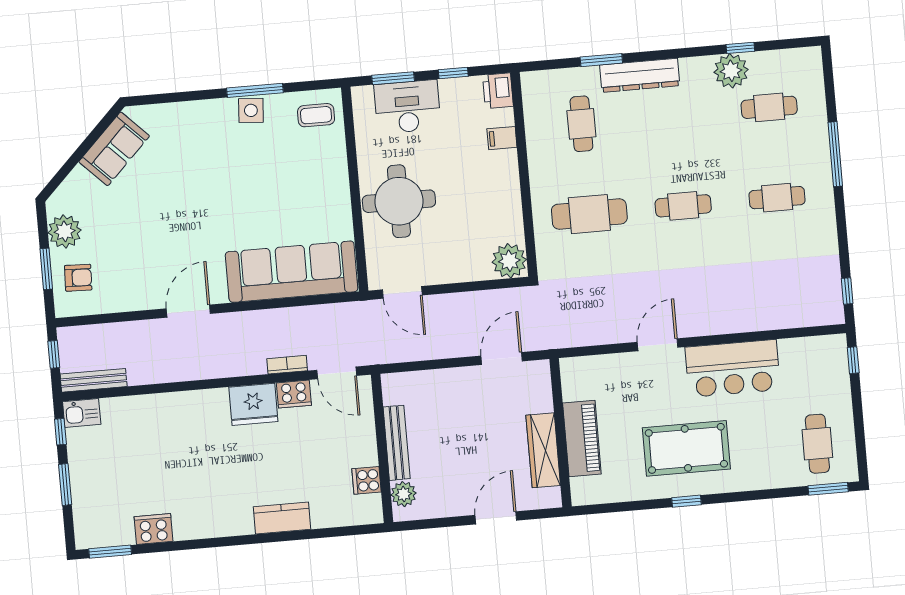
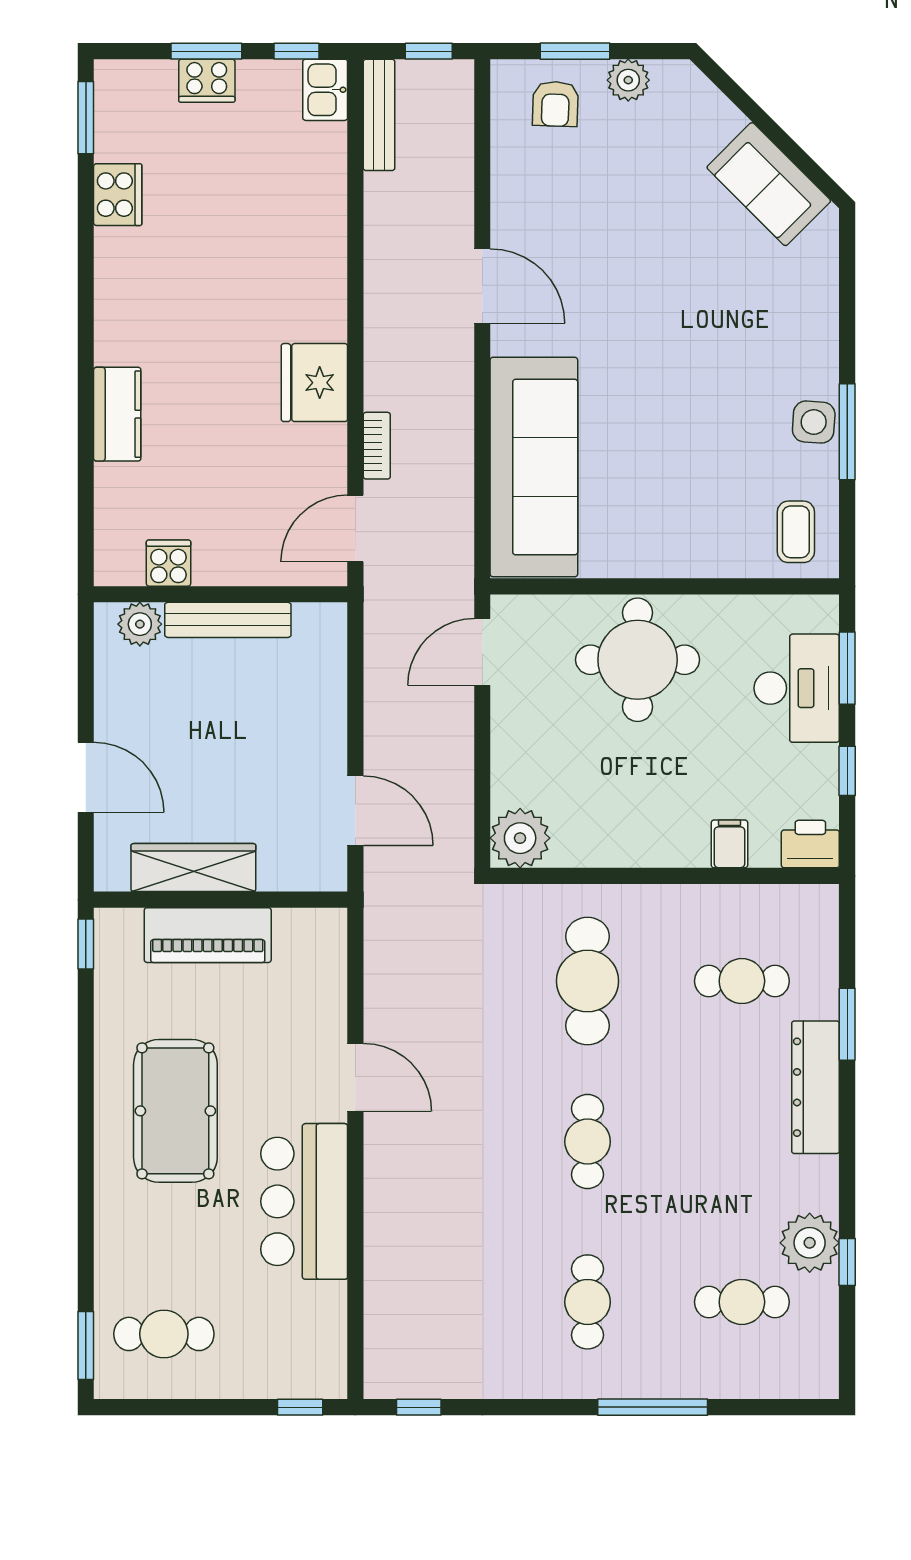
cafe table: (769, 107) -> (742, 1302), turned 90
plant: (65, 231) -> (628, 80), width x0.73, depth x0.73
cooker: (294, 394) -> (207, 81), moved, turned -90
window: (687, 501) -> (86, 944), moved

